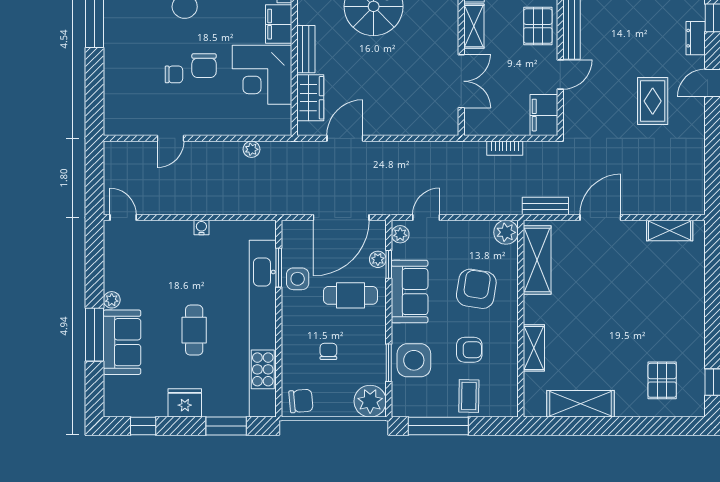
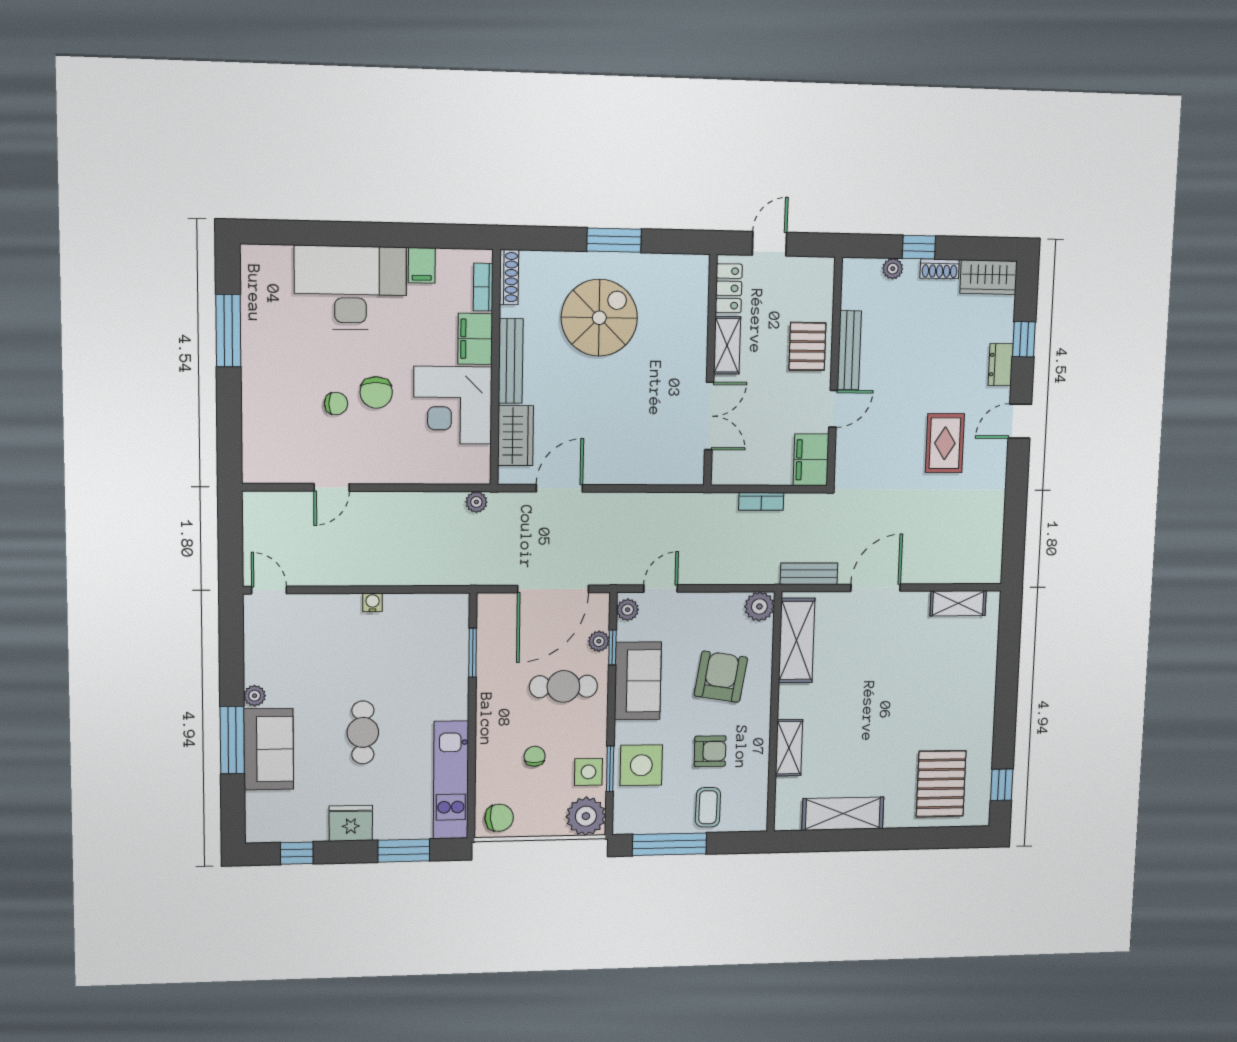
bench: (306, 49) -> (511, 361), width x1.36
plant: (251, 149) -> (476, 502), moved
side table: (298, 279) -> (588, 772), moved
kitchen unit: (263, 329) -> (451, 780), width x0.54
pallet: (662, 380) -> (941, 784), width x1.50, depth x1.42

